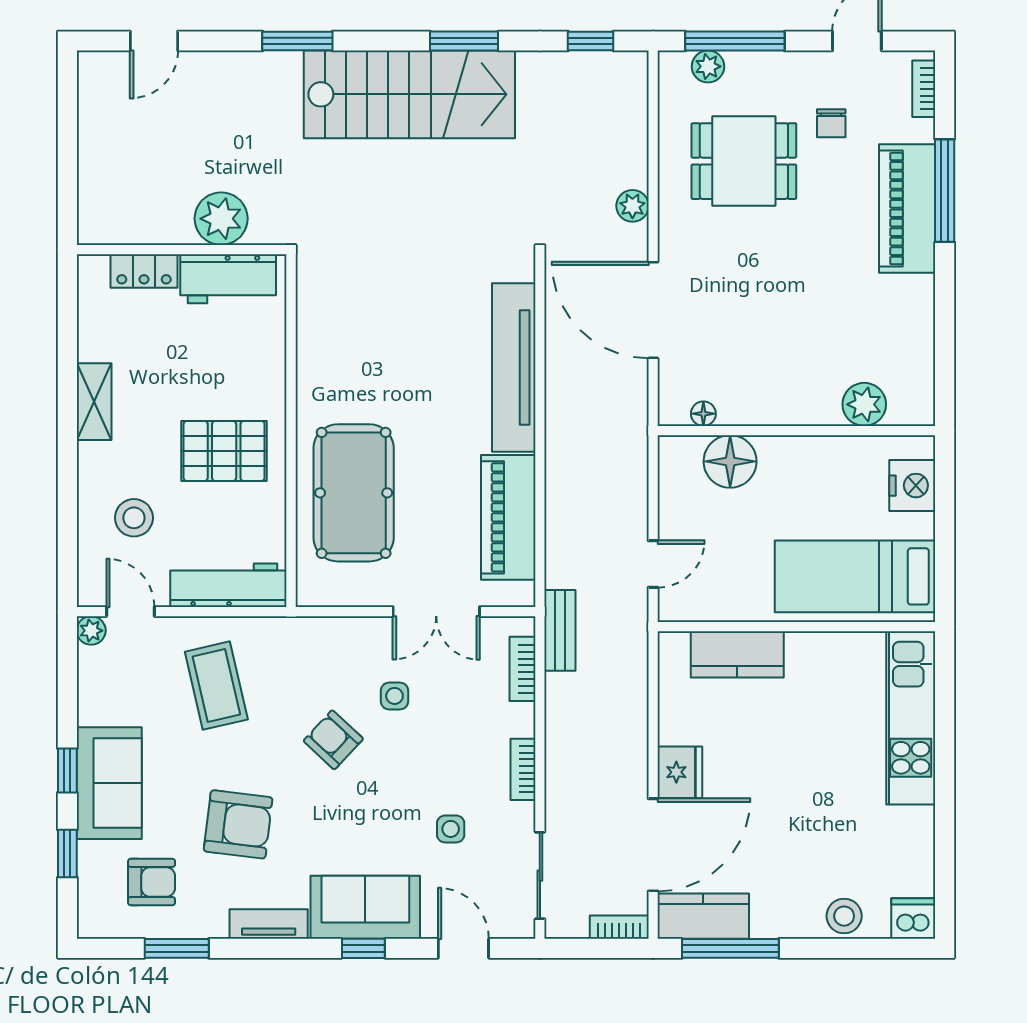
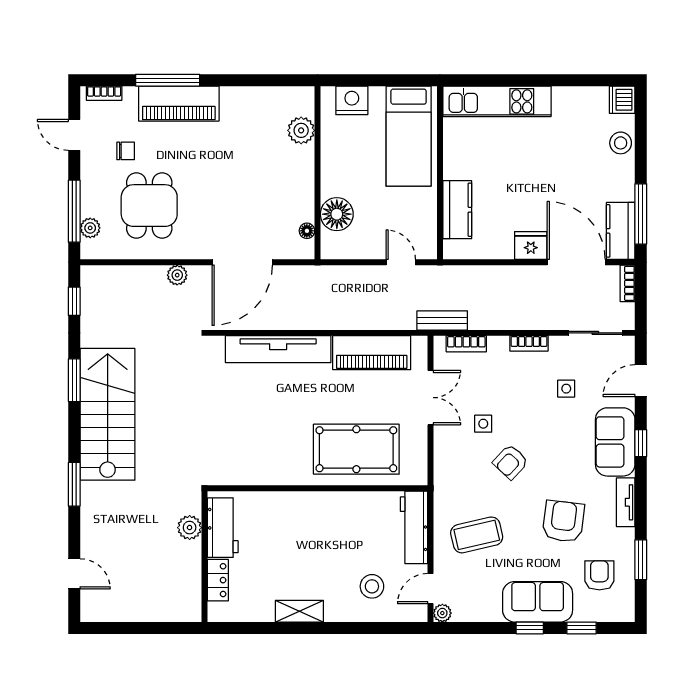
plant: (221, 219) -> (190, 528), width x0.73, depth x0.73
pallet: (224, 451) -> (330, 530), removed

